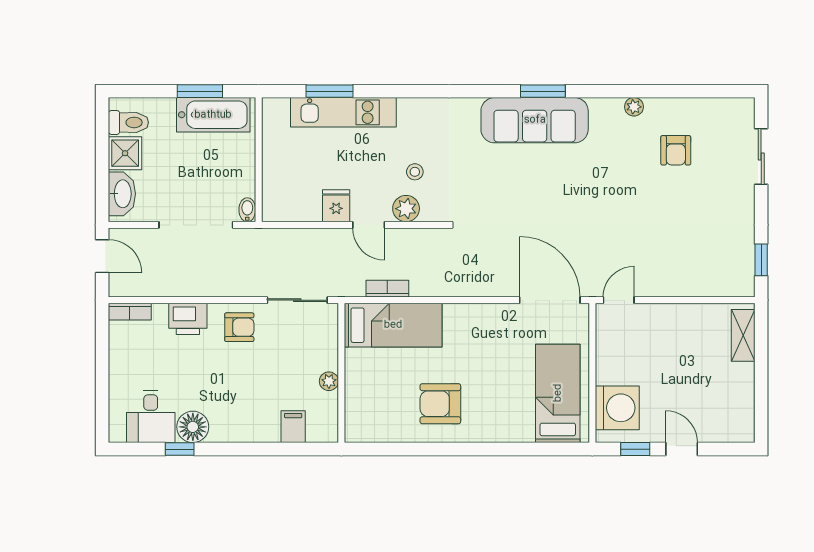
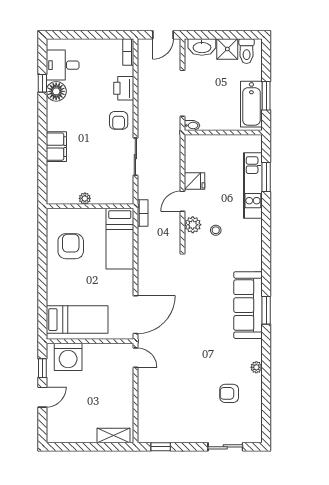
bed: (393, 325) -> (120, 239), moved
wall: (341, 373) -> (90, 206), moved
plant: (329, 381) -> (85, 198), moved
filing cabinet: (293, 427) -> (56, 147), width x2.00

